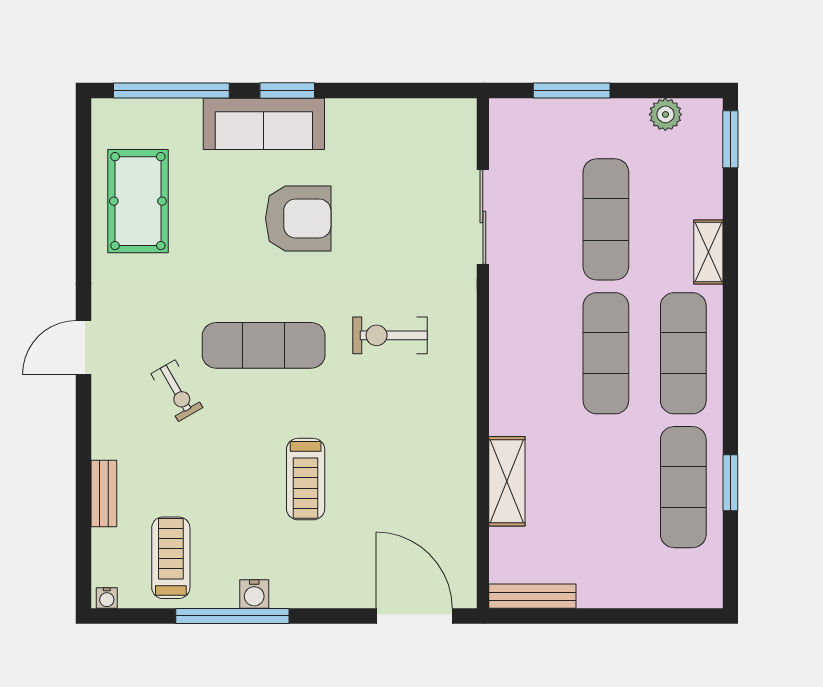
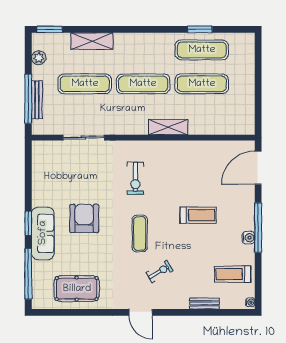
window: (572, 91) -> (28, 99), width x1.46
shelving: (708, 252) -> (92, 41), width x1.50, depth x1.33
exercise mat: (264, 345) -> (140, 234), width x0.73, depth x0.69
exercise mat: (683, 353) -> (202, 84), moved
shelving: (507, 481) -> (168, 127), moved
bench: (532, 596) -> (37, 100), moved
window: (232, 616) -> (258, 228), moved

